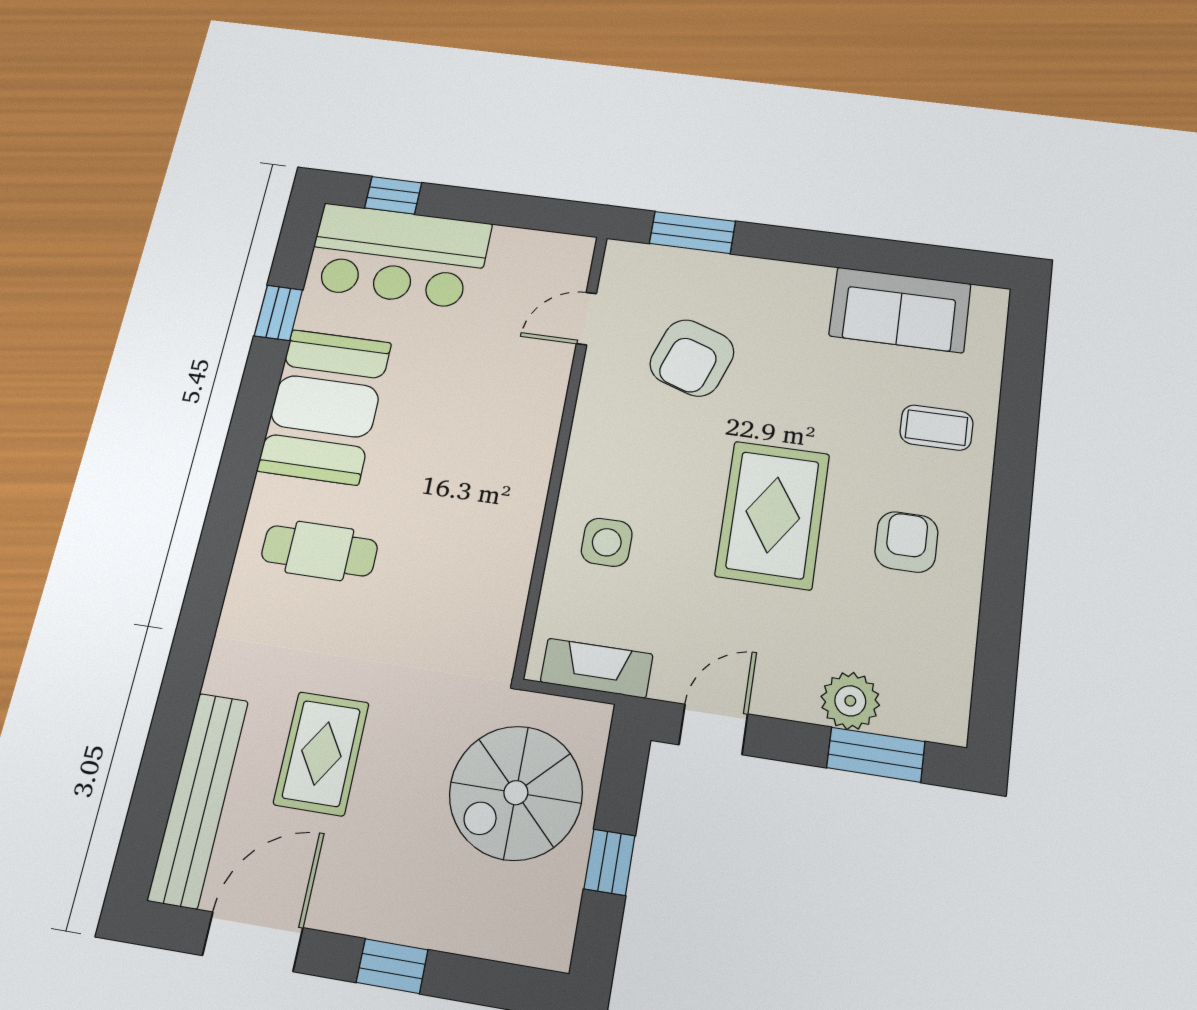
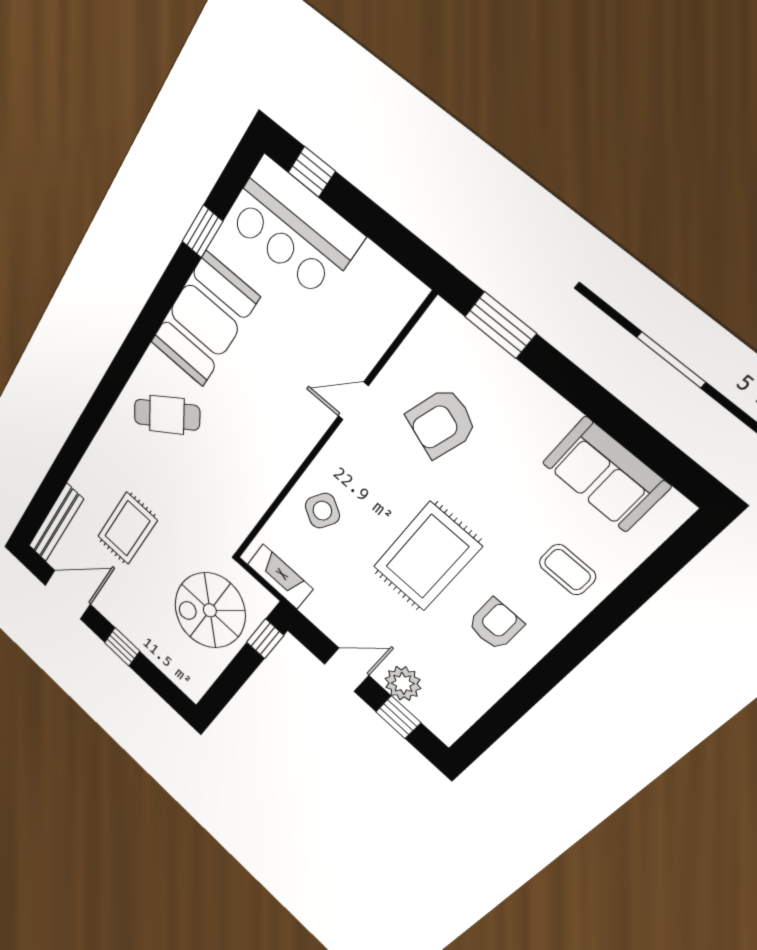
door: (586, 319) -> (353, 401), moved
side table: (607, 542) -> (322, 511), turned 31
cafe table: (319, 551) -> (167, 415), turned -34
door: (713, 729) -> (346, 670), moved
window: (876, 755) -> (398, 717), width x0.67
bench: (198, 799) -> (56, 523), width x0.73, depth x0.82
window: (610, 862) -> (265, 639), moved

